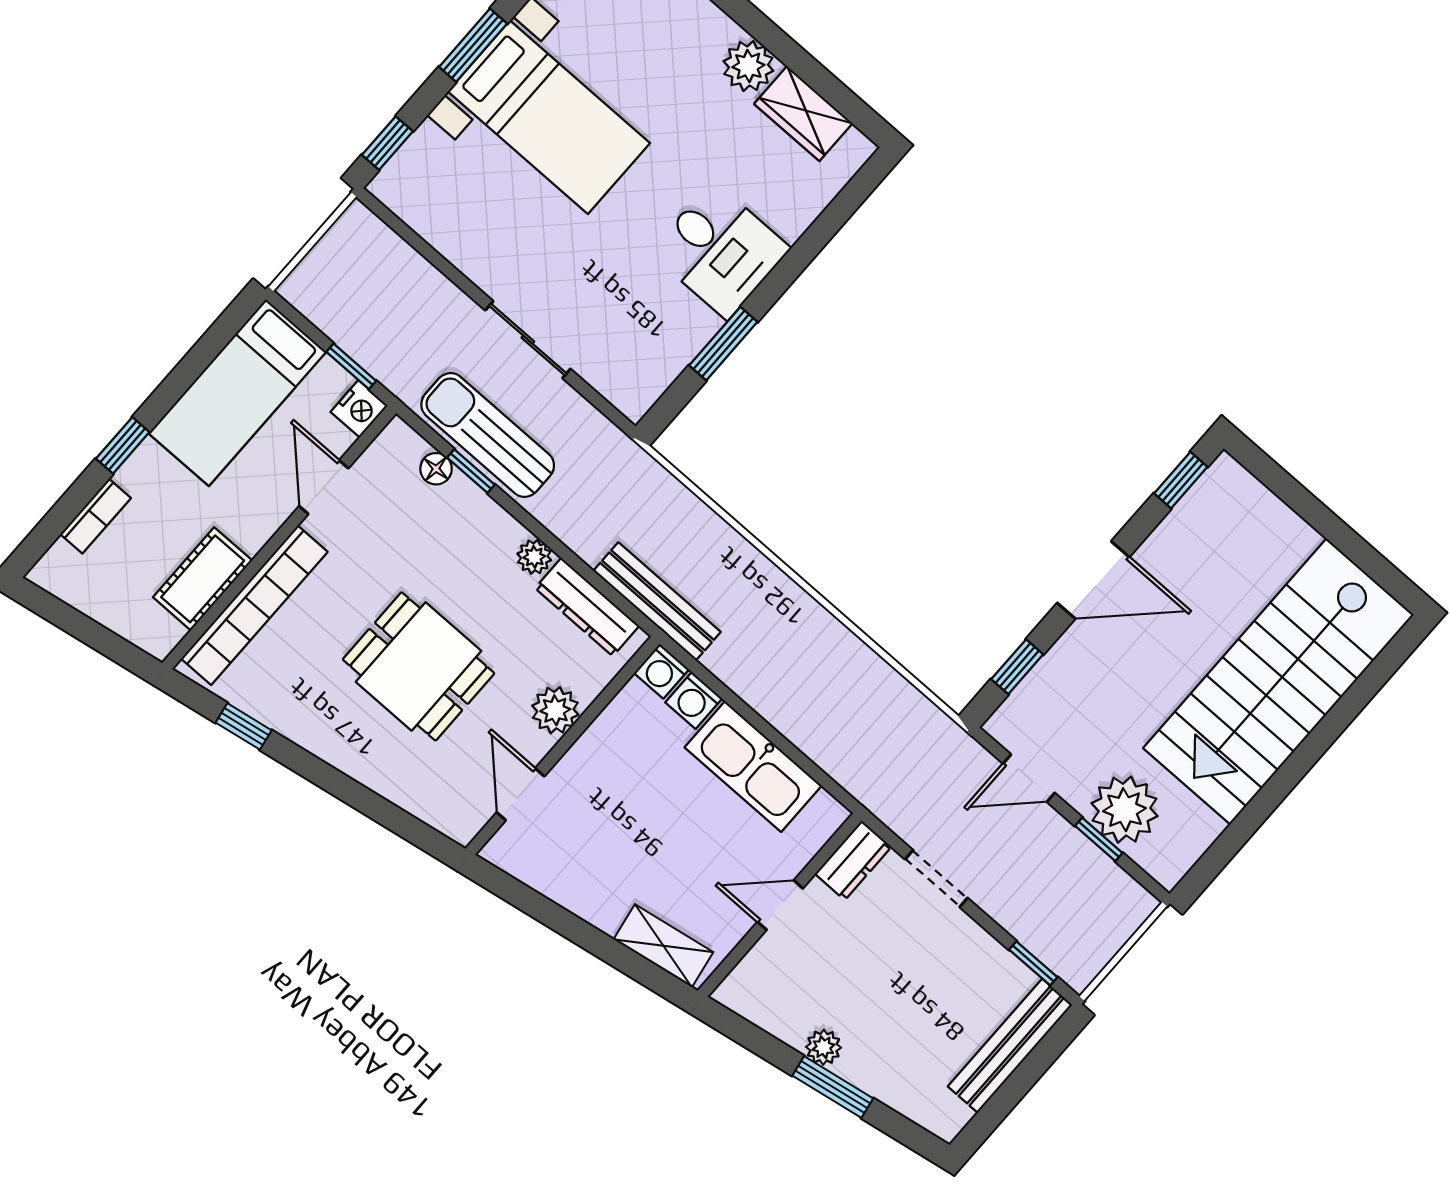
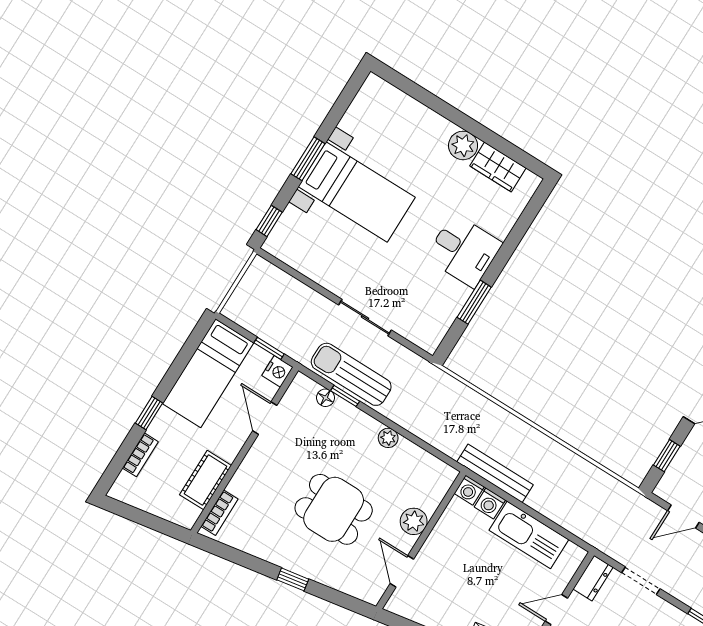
bench: (657, 601) -> (495, 473), moved
bookcase: (254, 605) -> (219, 513), width x0.43, depth x0.76
dresser: (587, 607) -> (422, 461), removed
window: (244, 726) -> (293, 579), moved

